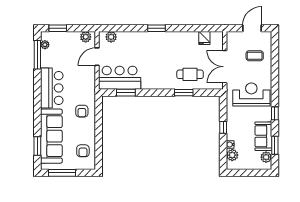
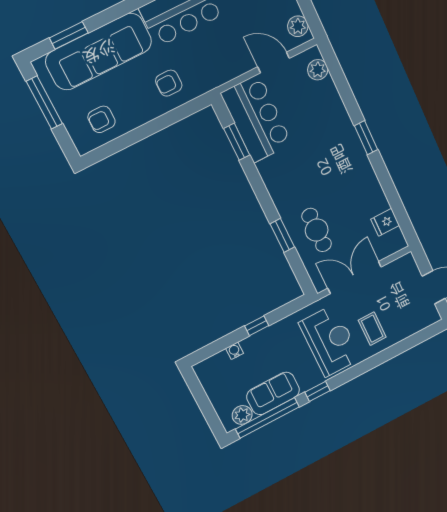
coffee table: (255, 56) -> (372, 329), moved
window: (275, 145) -> (267, 418), width x2.11
plant: (232, 155) -> (219, 363), removed

